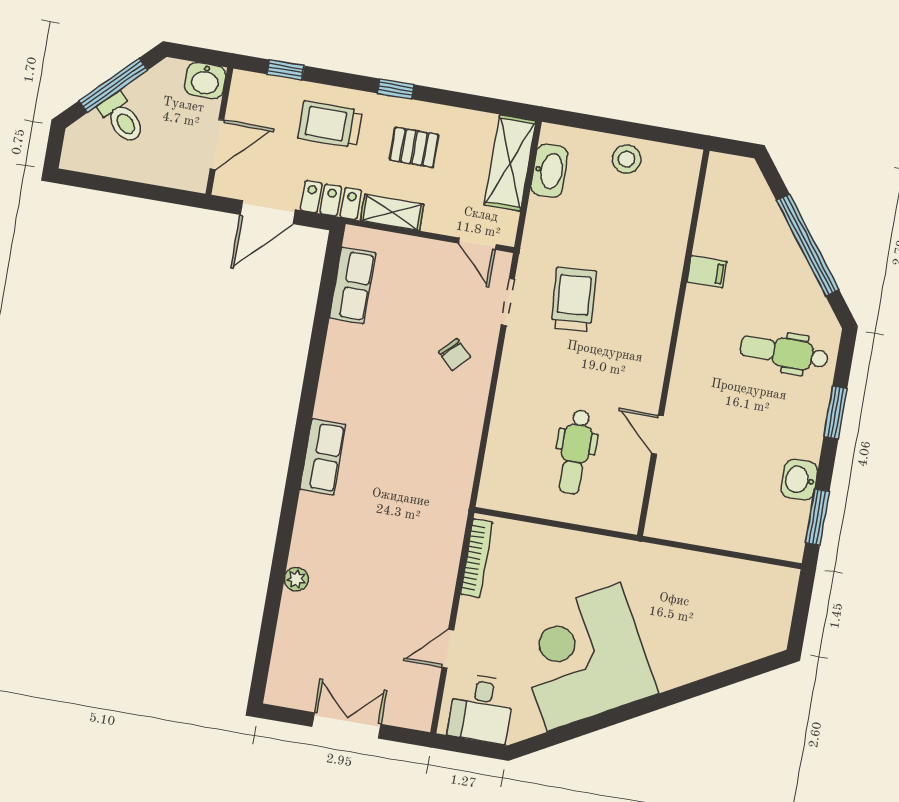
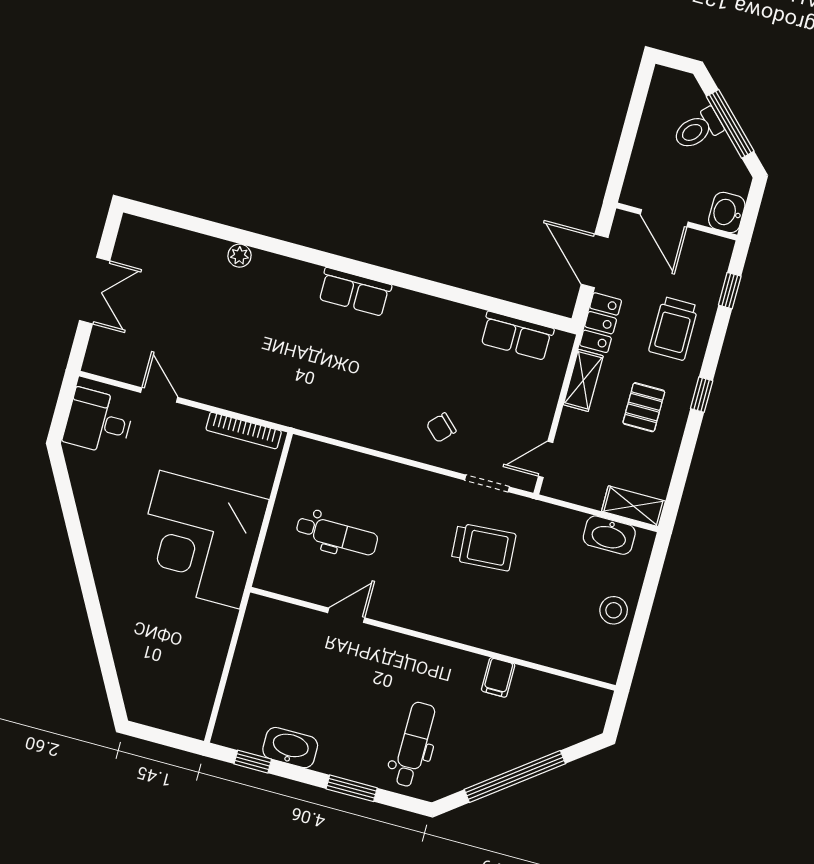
trolley: (330, 124) -> (673, 328), turned 180
shelving: (510, 163) -> (633, 506), width x0.67, depth x0.75
dental chair: (575, 452) -> (337, 535), turned 180
washbasin: (799, 480) -> (290, 748), width x1.38
window: (817, 517) -> (253, 762), width x0.67
corner desk: (584, 657) -> (200, 540), moved, turned -151

